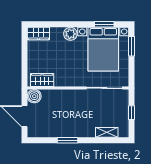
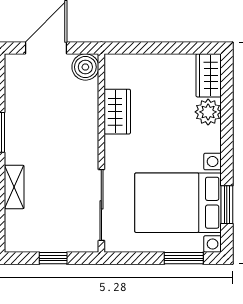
plant: (70, 34) -> (208, 112), moved
wardrobe: (42, 80) -> (117, 112), moved
shelving: (107, 132) -> (14, 187), moved

